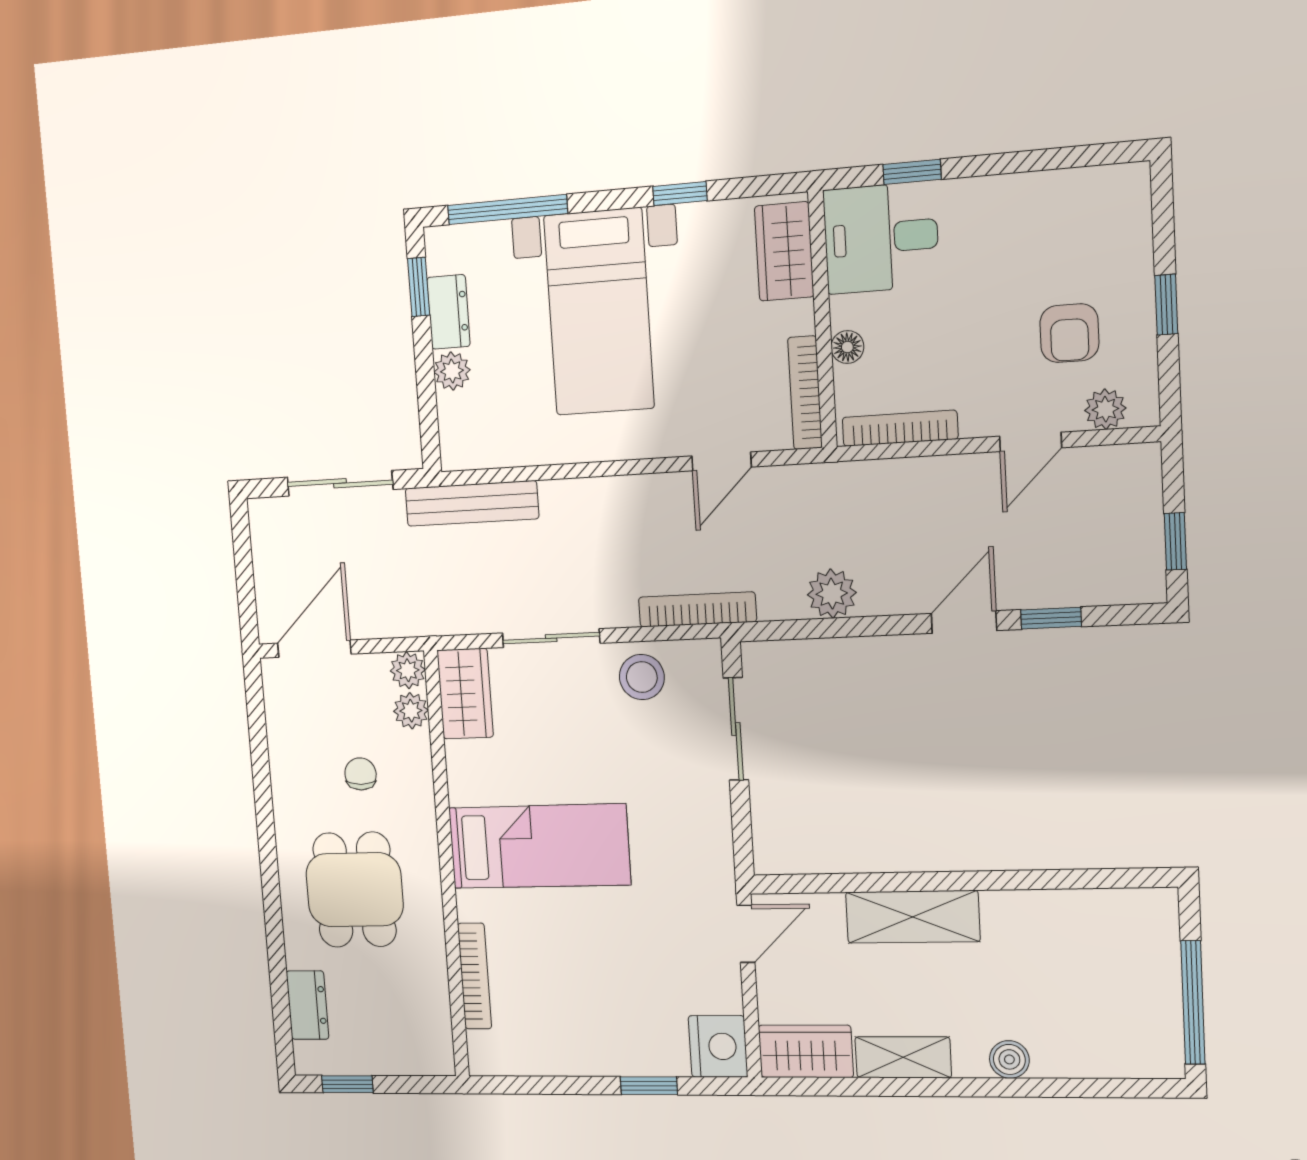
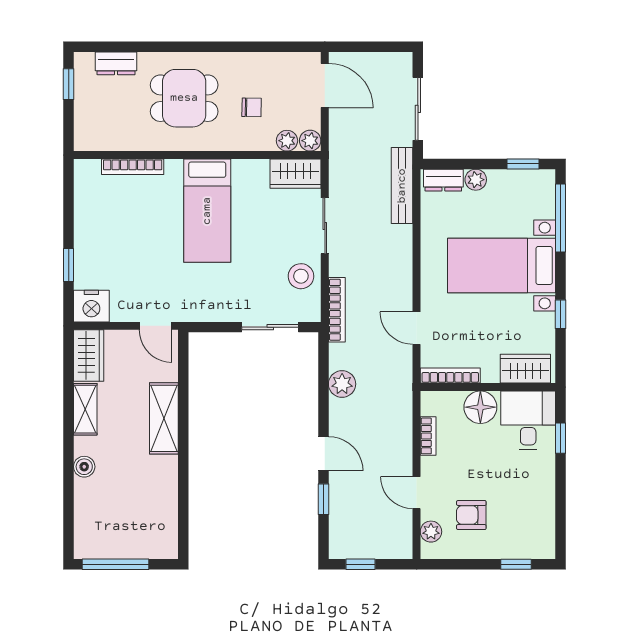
window: (1166, 305) -> (516, 564), moved
dresser: (448, 312) -> (443, 180), moved
floor lamp: (847, 347) -> (480, 407), width x1.89, depth x1.89
bookcase: (900, 428) -> (428, 436), width x0.64

